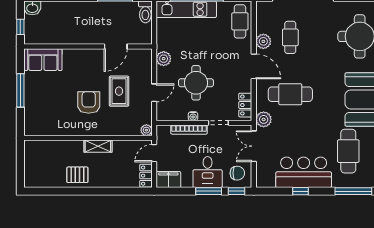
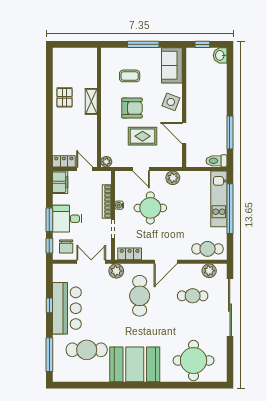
plant: (263, 41) -> (209, 271), moved
side table: (82, 61) -> (171, 102), added
coffee table: (54, 105) -> (130, 76), added
shelving: (98, 146) -> (91, 101), moved

